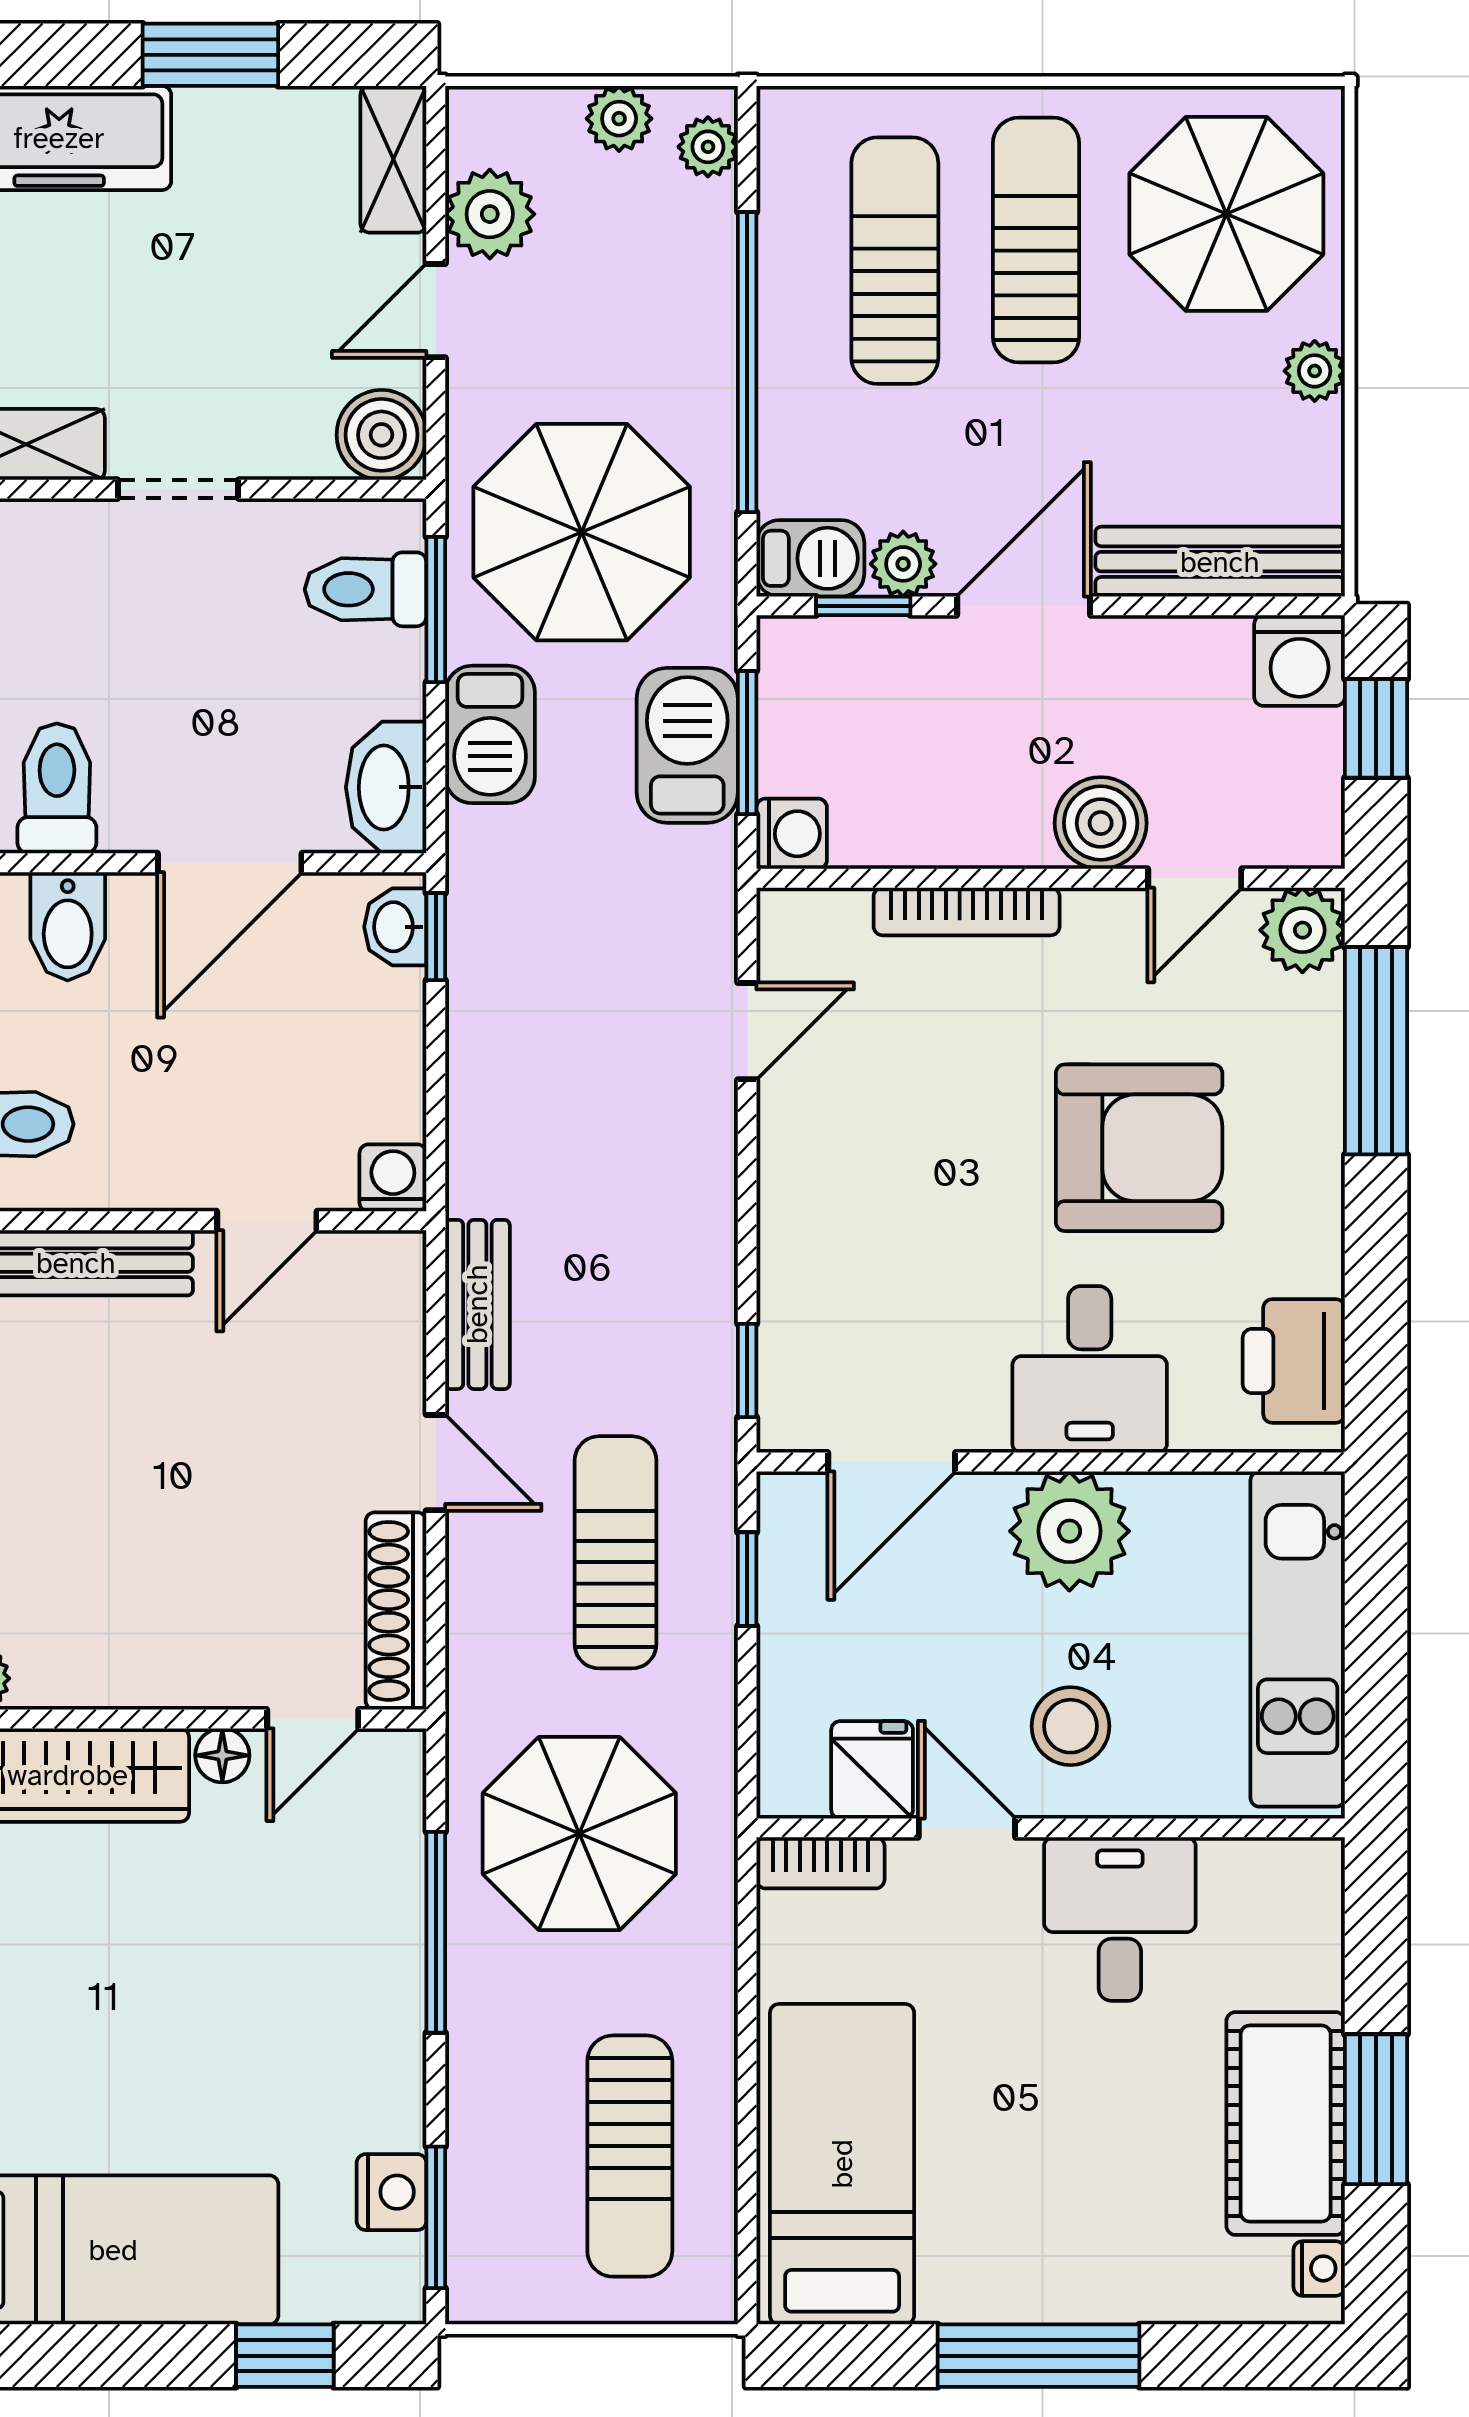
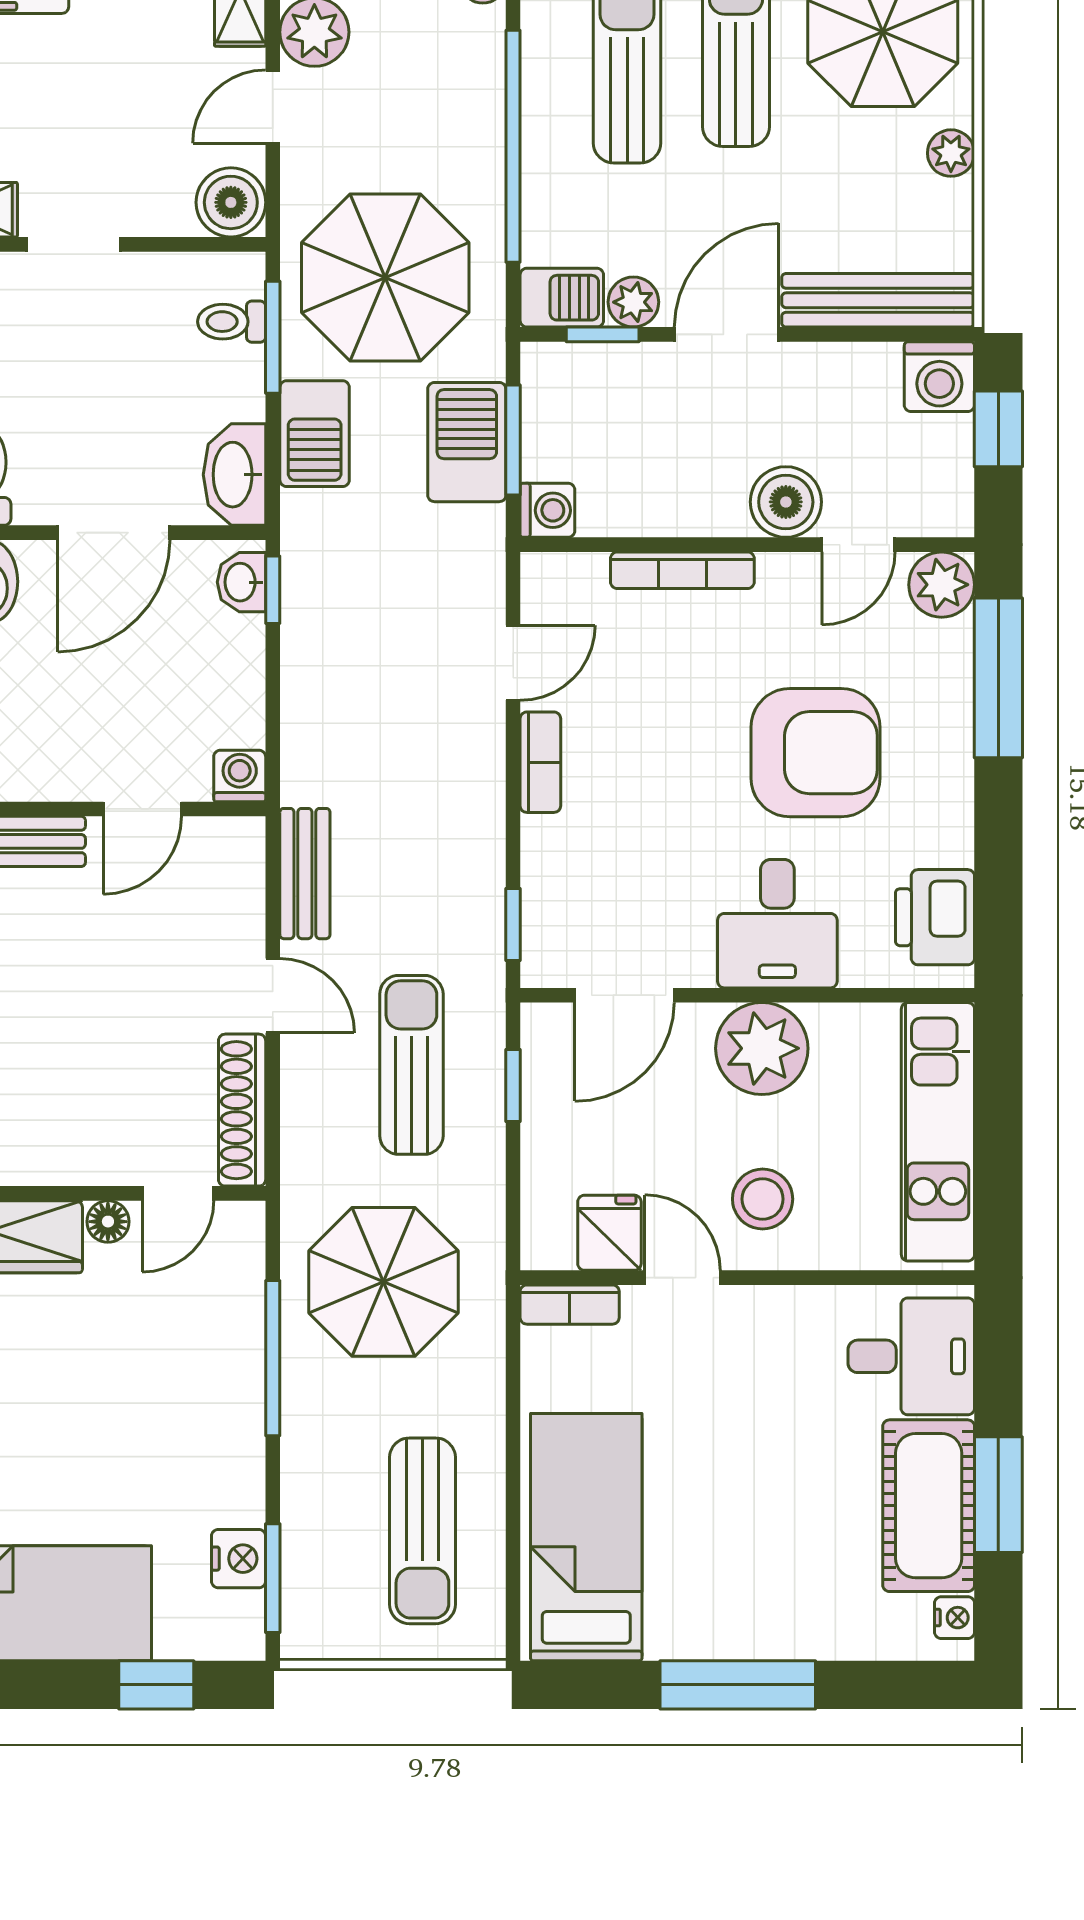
toilet: (366, 589) -> (232, 322), width x0.73, depth x0.72
bookcase: (783, 1160) -> (540, 762), added
desk: (1120, 1919) -> (911, 1356), moved, turned 90

